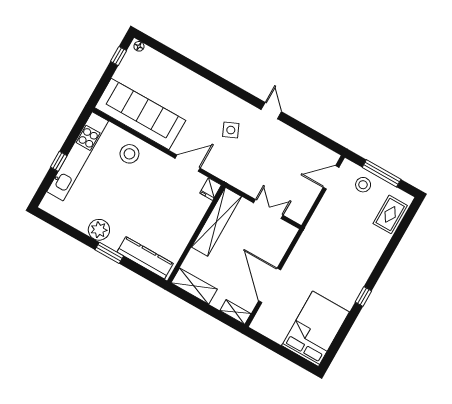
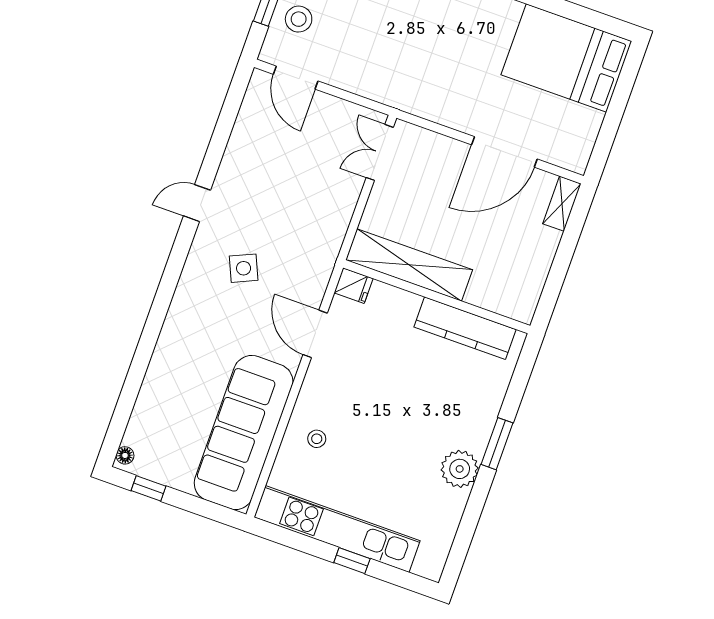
stool: (129, 154) -> (317, 439), width x0.53, depth x0.53
double door: (268, 209) -> (380, 152), moved
kitchen counter: (145, 258) -> (465, 328), moved, turned -90
shelving: (194, 286) -> (529, 284), removed

